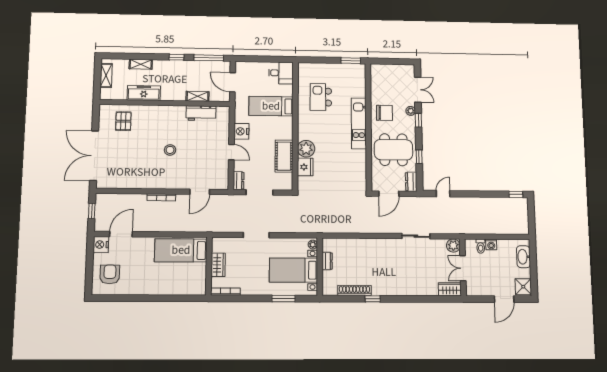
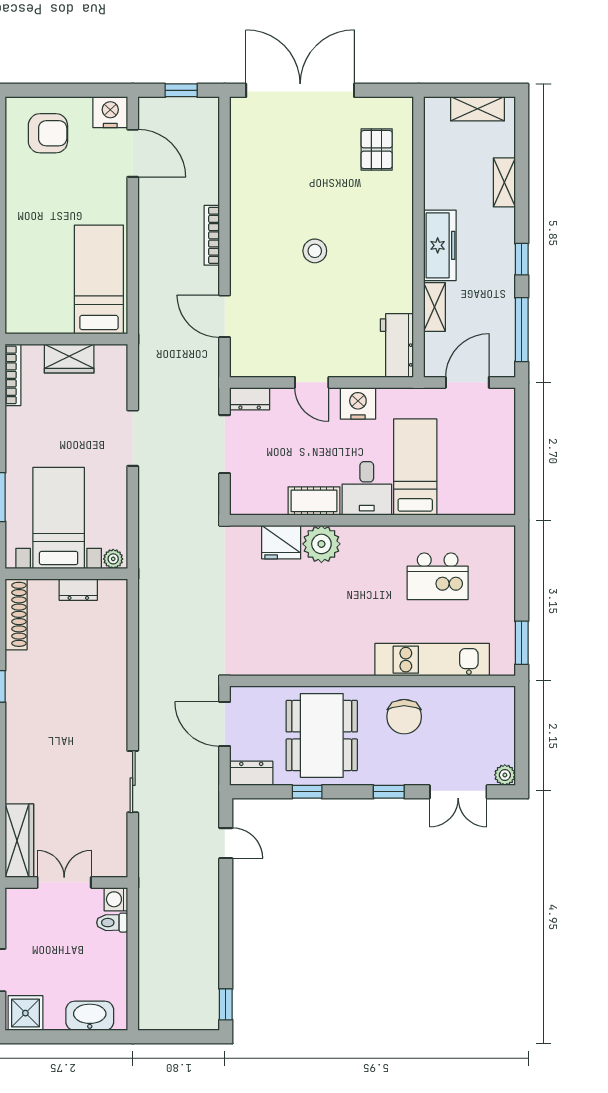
desk: (281, 73) -> (367, 488), moved
freezer: (144, 93) -> (440, 245), moved
kitchen island: (321, 97) -> (438, 576), turned 180
plant: (411, 111) -> (505, 775), moved
workbench: (201, 113) -> (397, 345), moved
pallet: (123, 121) -> (377, 150), turned 90
kitchen unit: (359, 123) -> (432, 660), moved
door: (231, 152) -> (312, 382), hinge flipped
cot: (284, 156) -> (314, 501), width x0.73, depth x0.75
washing machine: (491, 244) -> (116, 899), moved
plant: (453, 246) -> (113, 863), removed
wardrobe: (450, 289) -> (19, 841), width x1.50
shoe rack: (354, 290) -> (16, 614), moved

